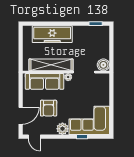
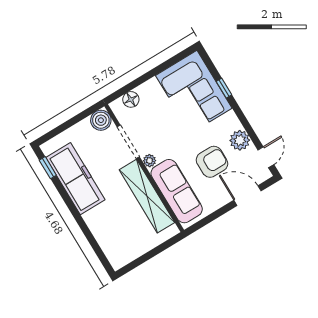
freezer: (52, 34) -> (75, 179), moved
floor lamp: (105, 86) -> (131, 99), added
plant: (62, 129) -> (240, 140), moved

